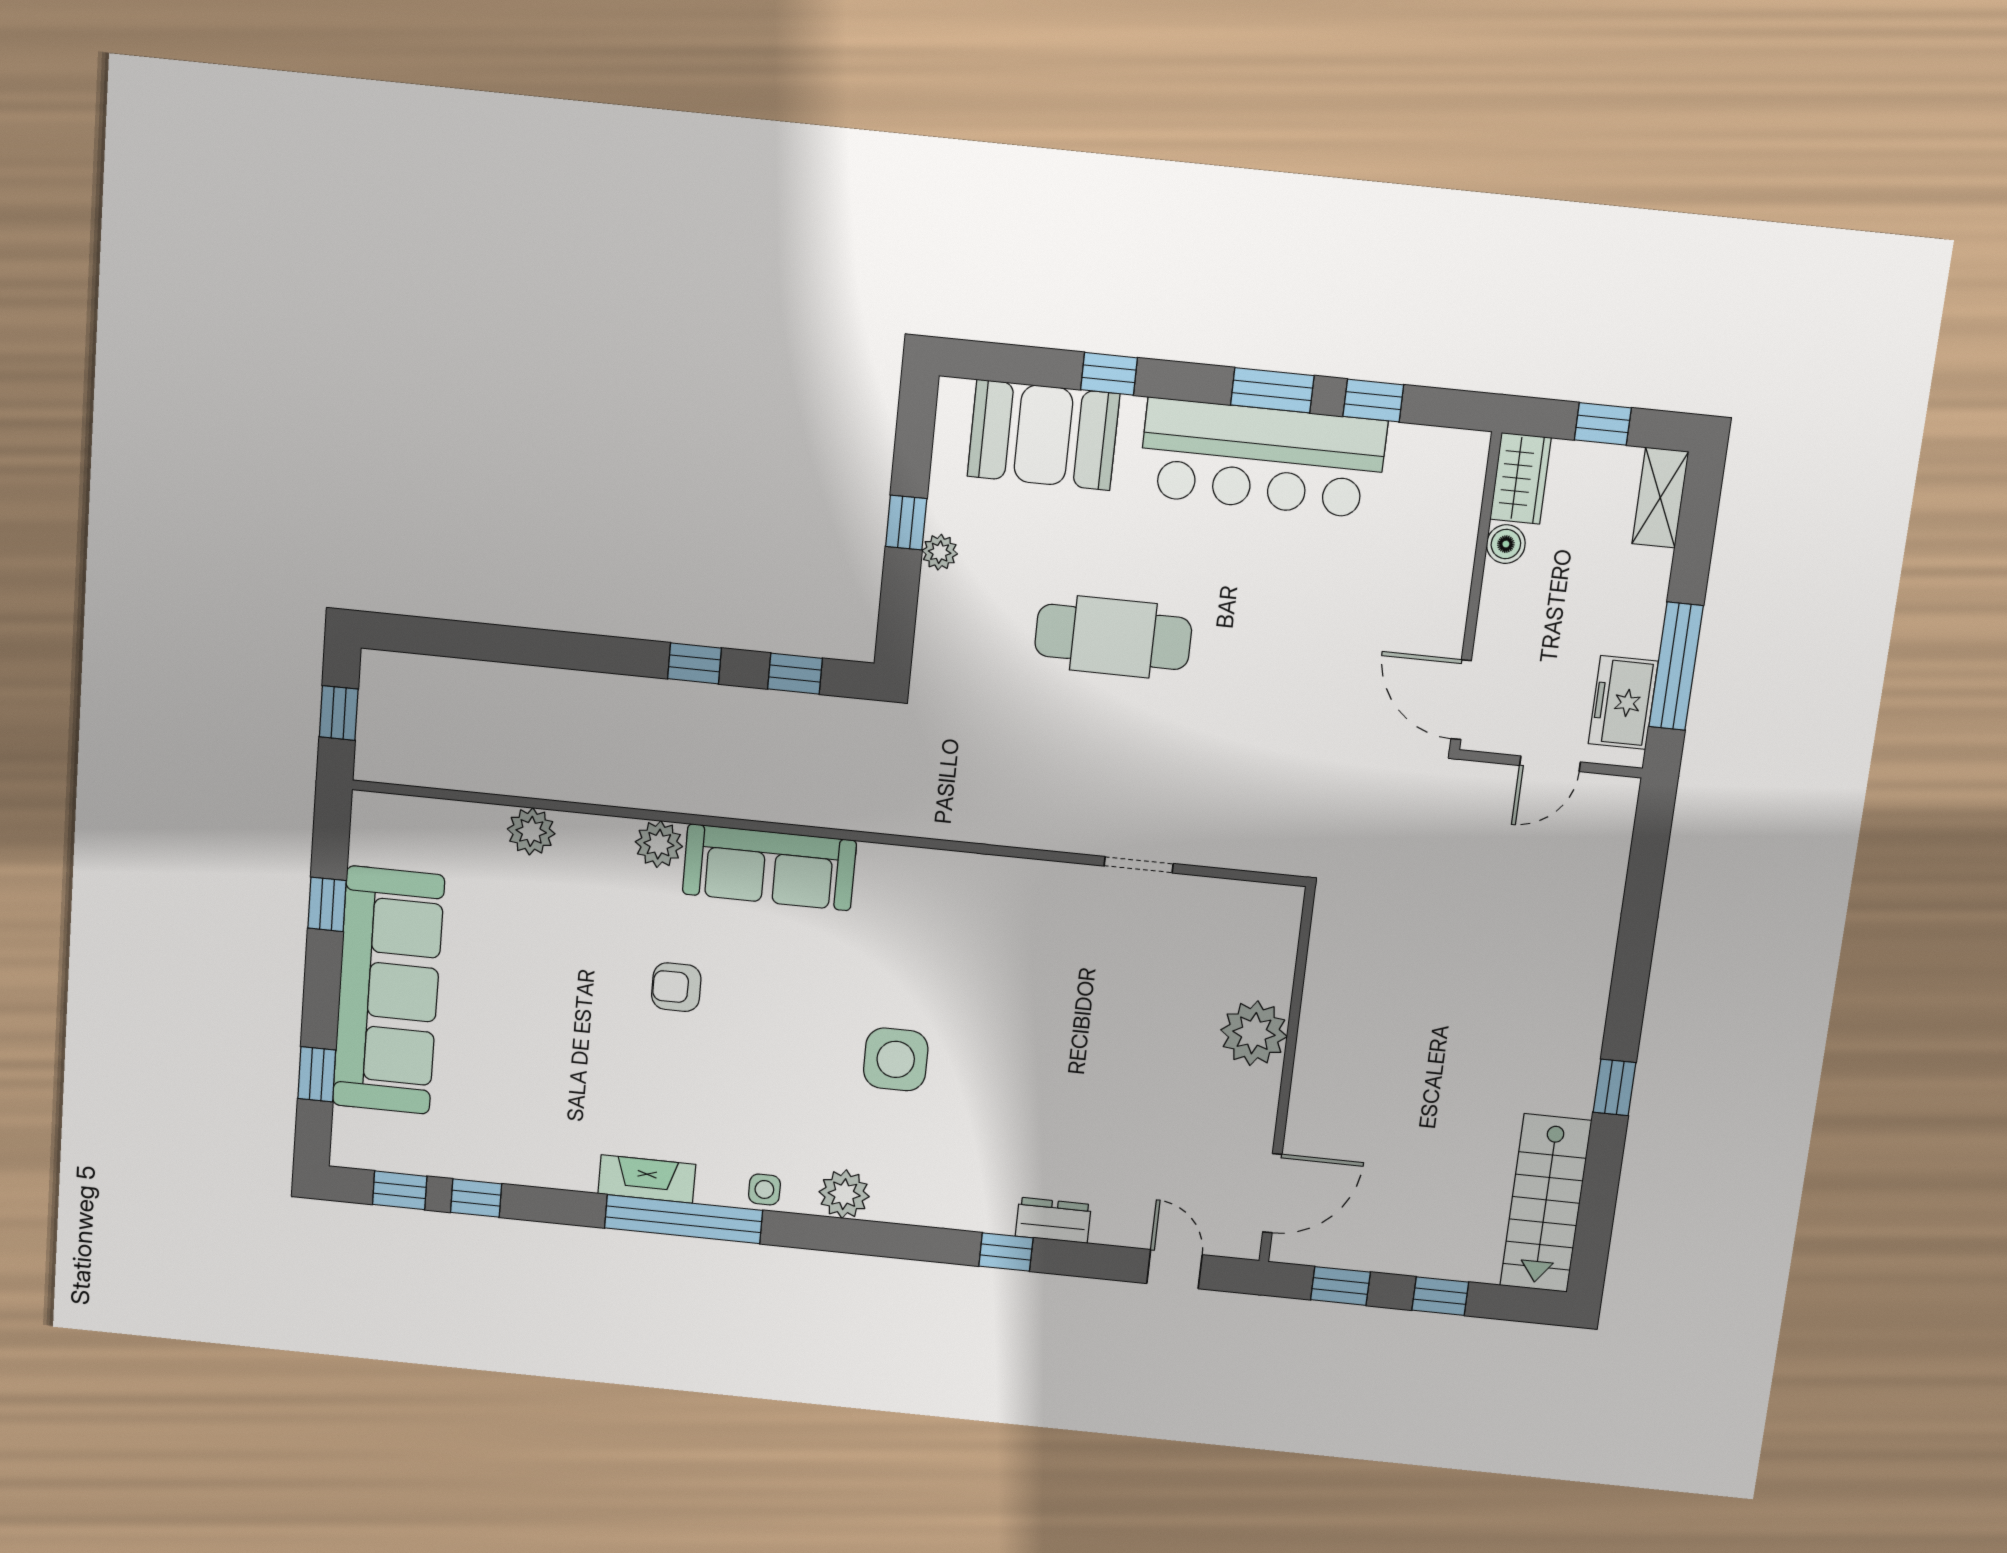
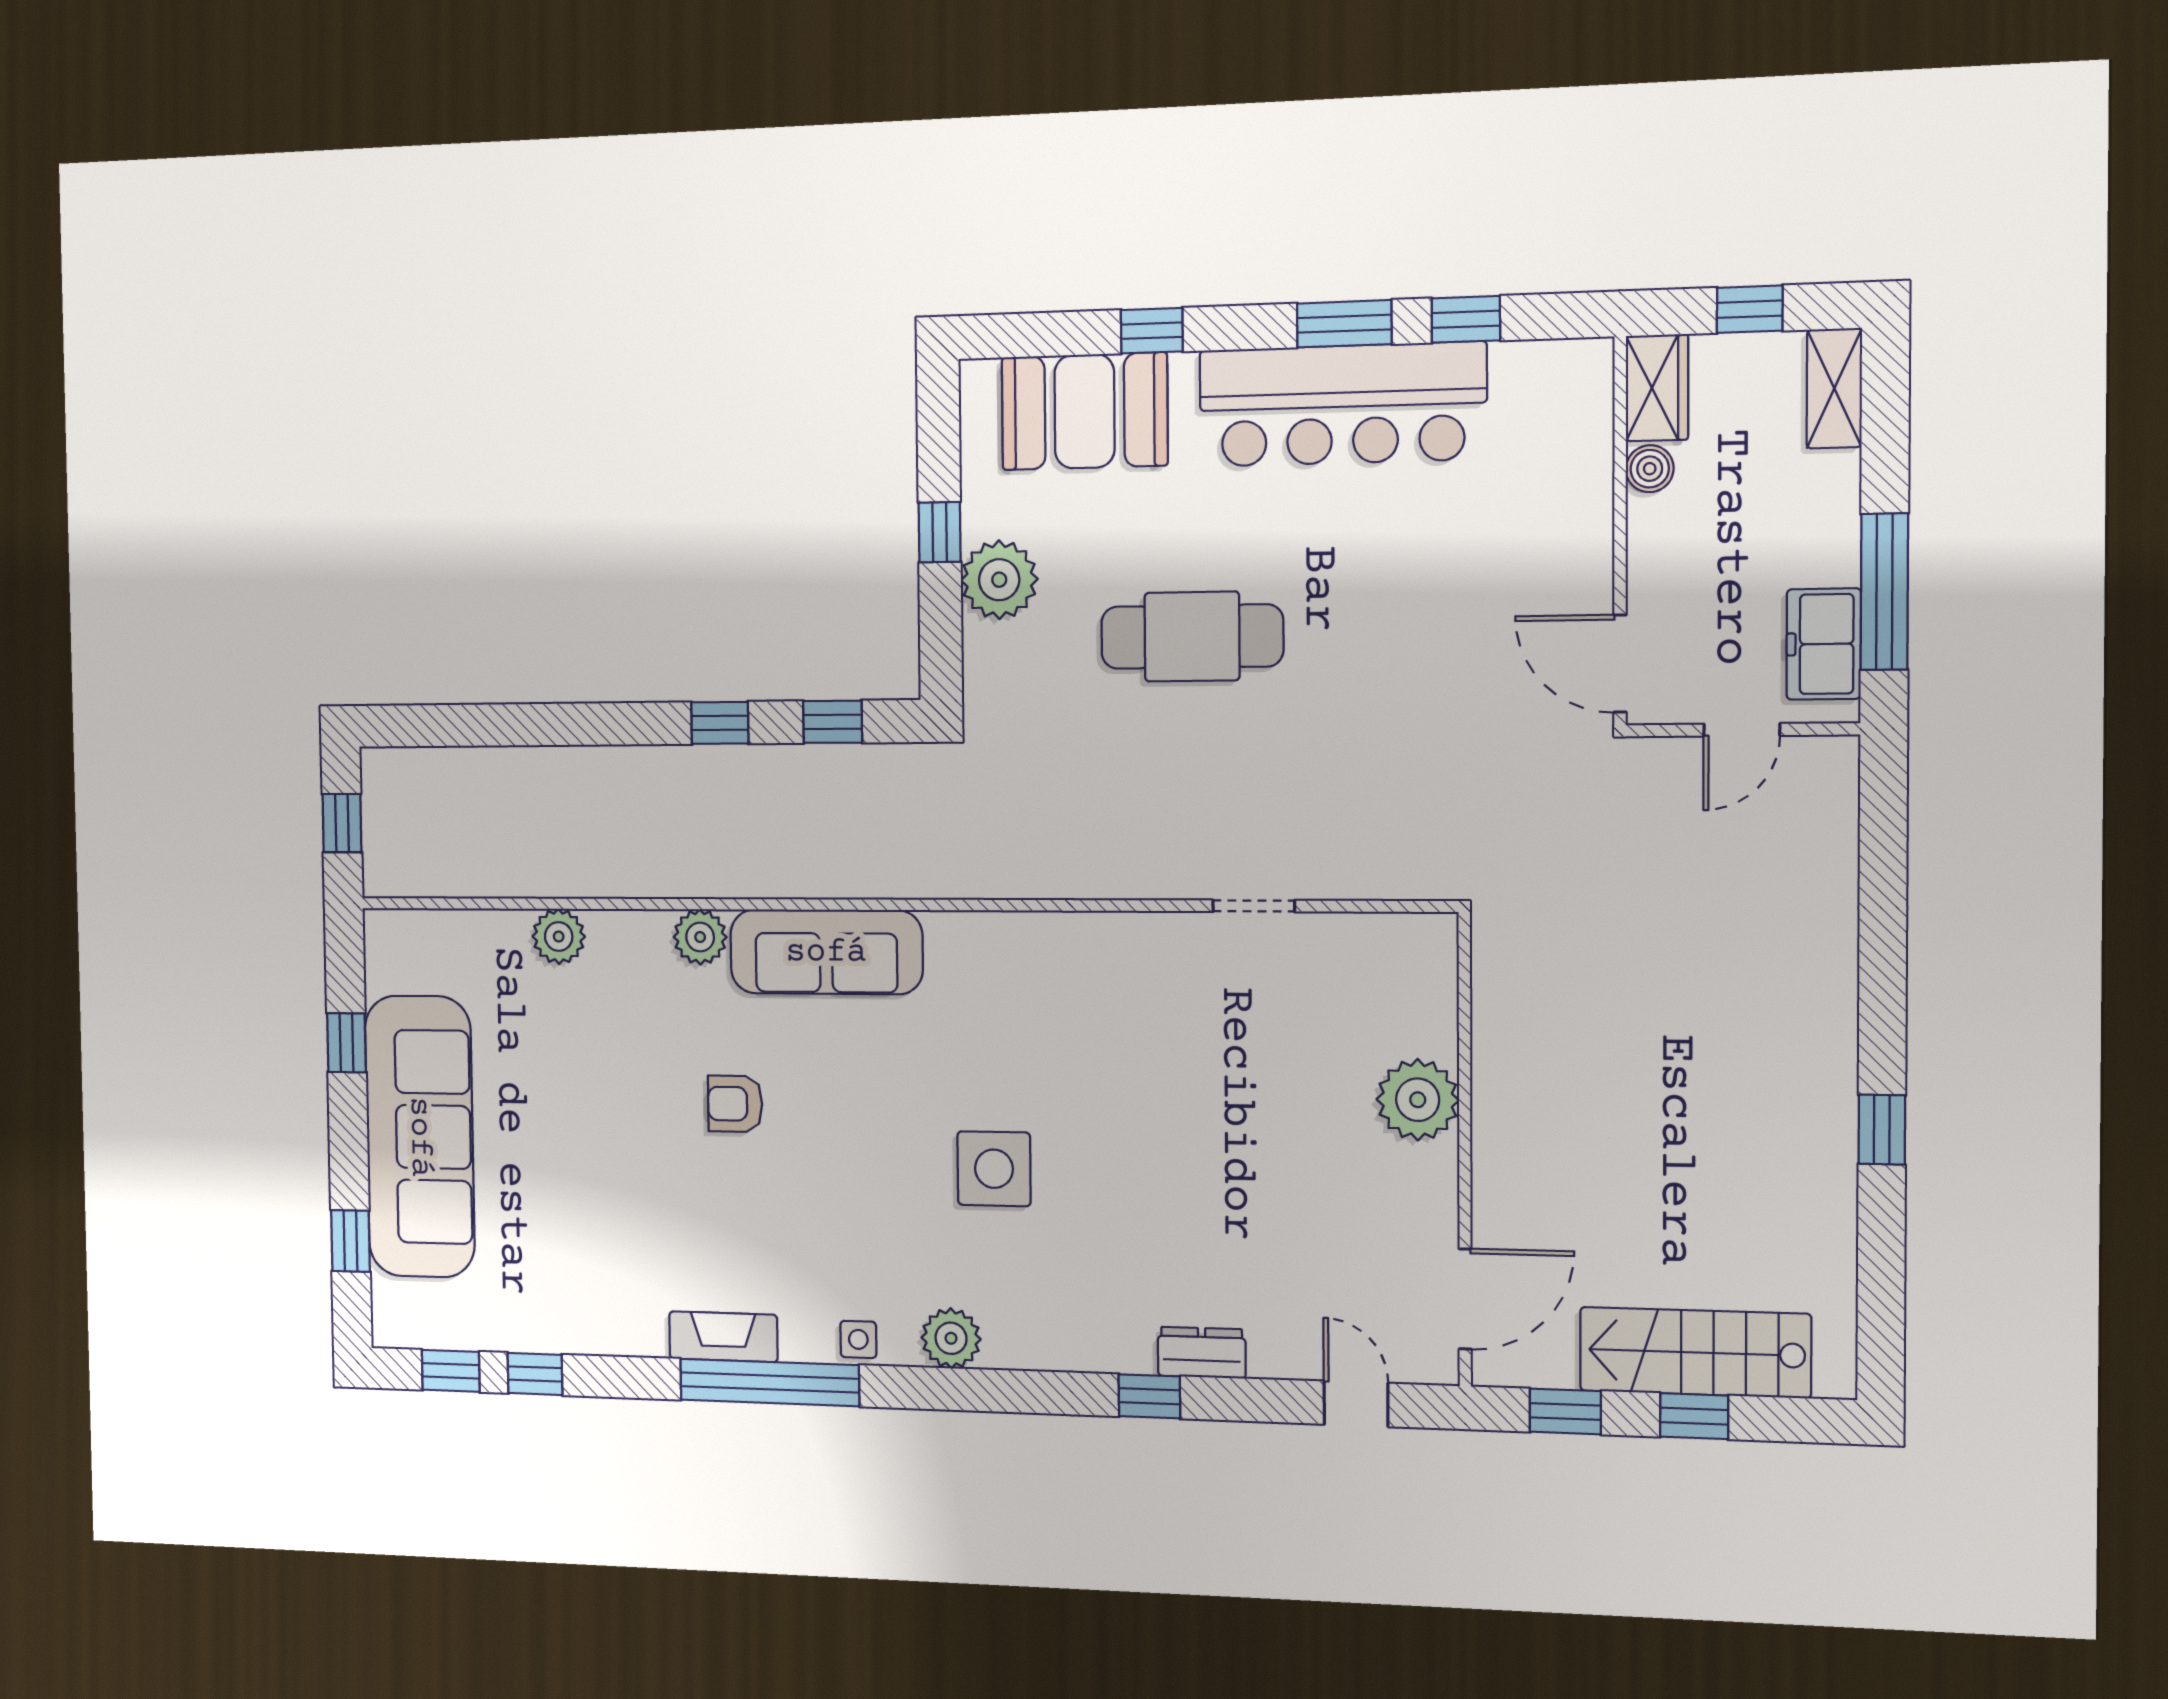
plant: (940, 552) -> (999, 580), width x1.88, depth x1.88
stairs: (1546, 1203) -> (1695, 1352), moved, turned 90

